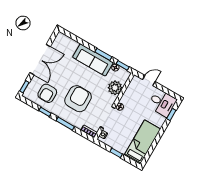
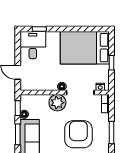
plant: (115, 88) -> (57, 103), moved
armchair: (78, 99) -> (78, 134), turned 90
bed: (142, 142) -> (85, 48), width x1.50

